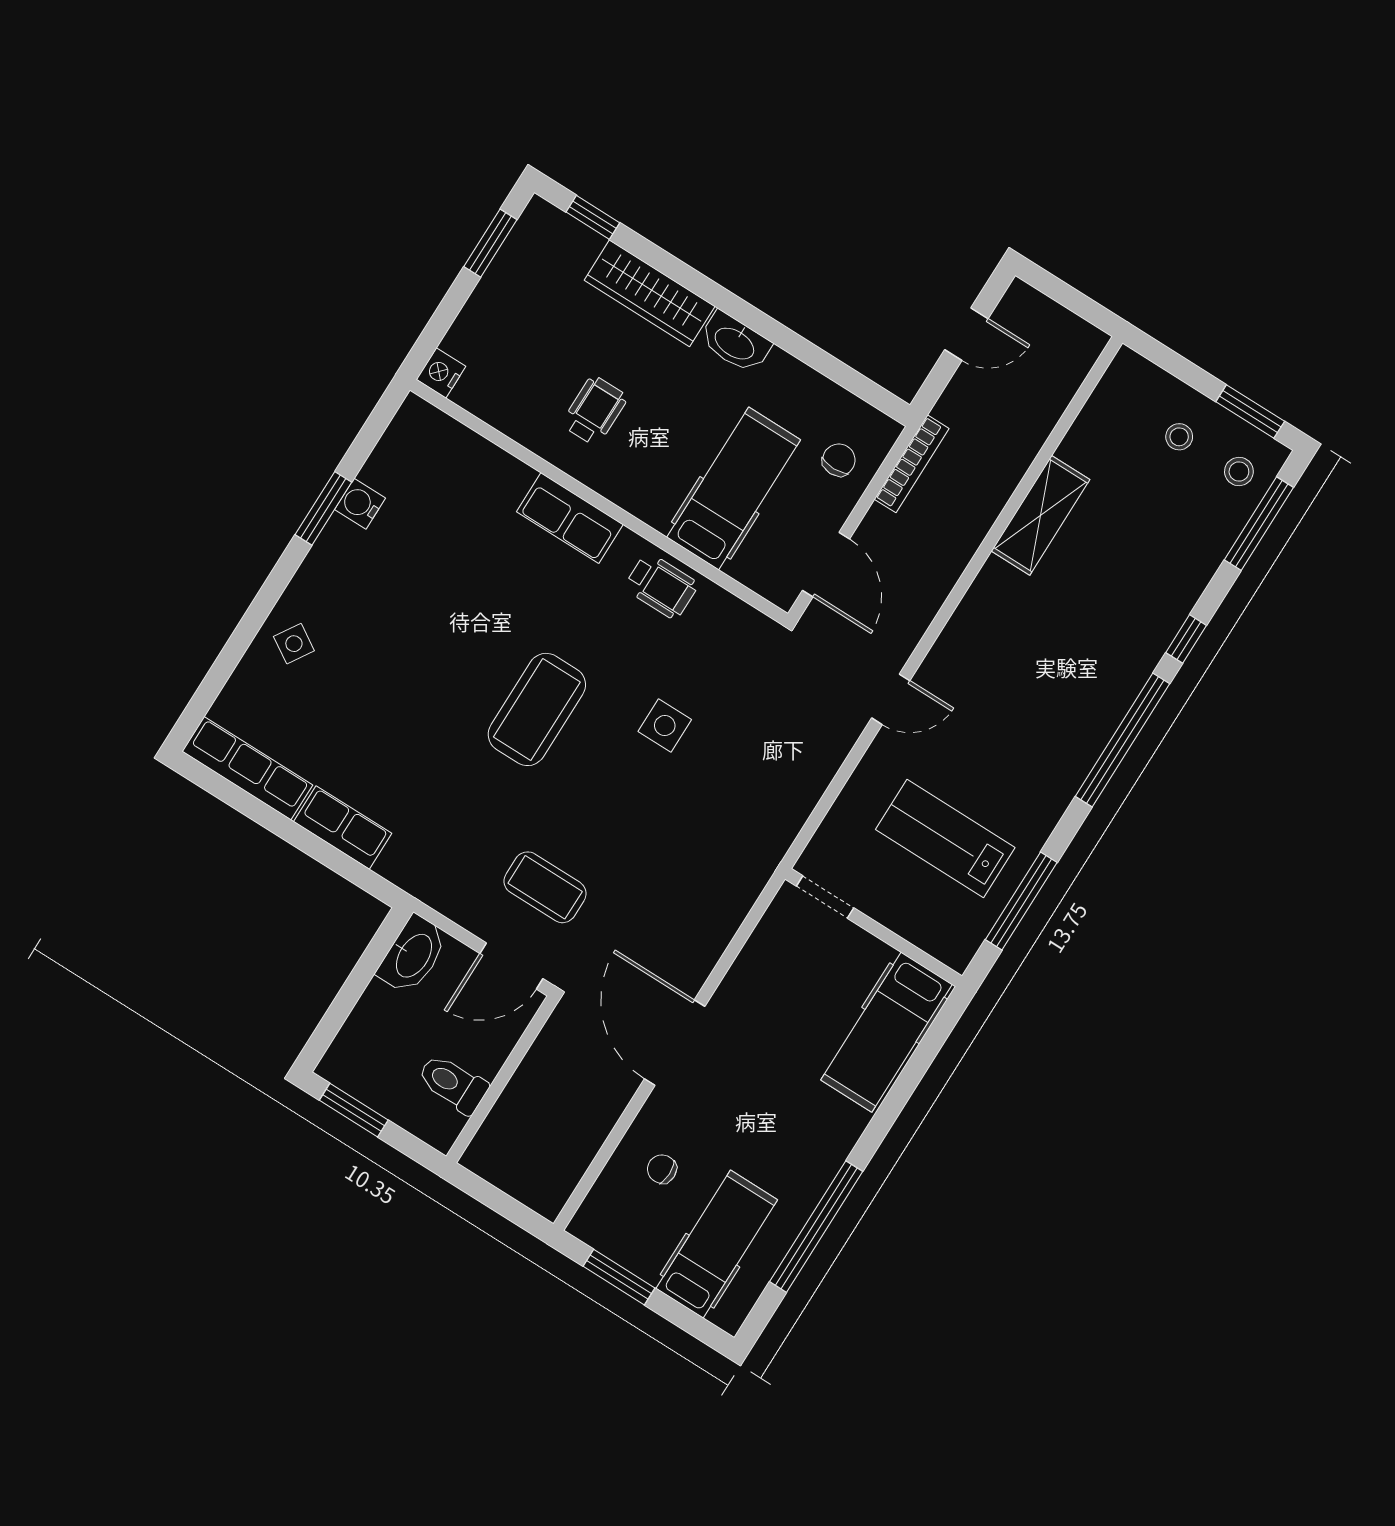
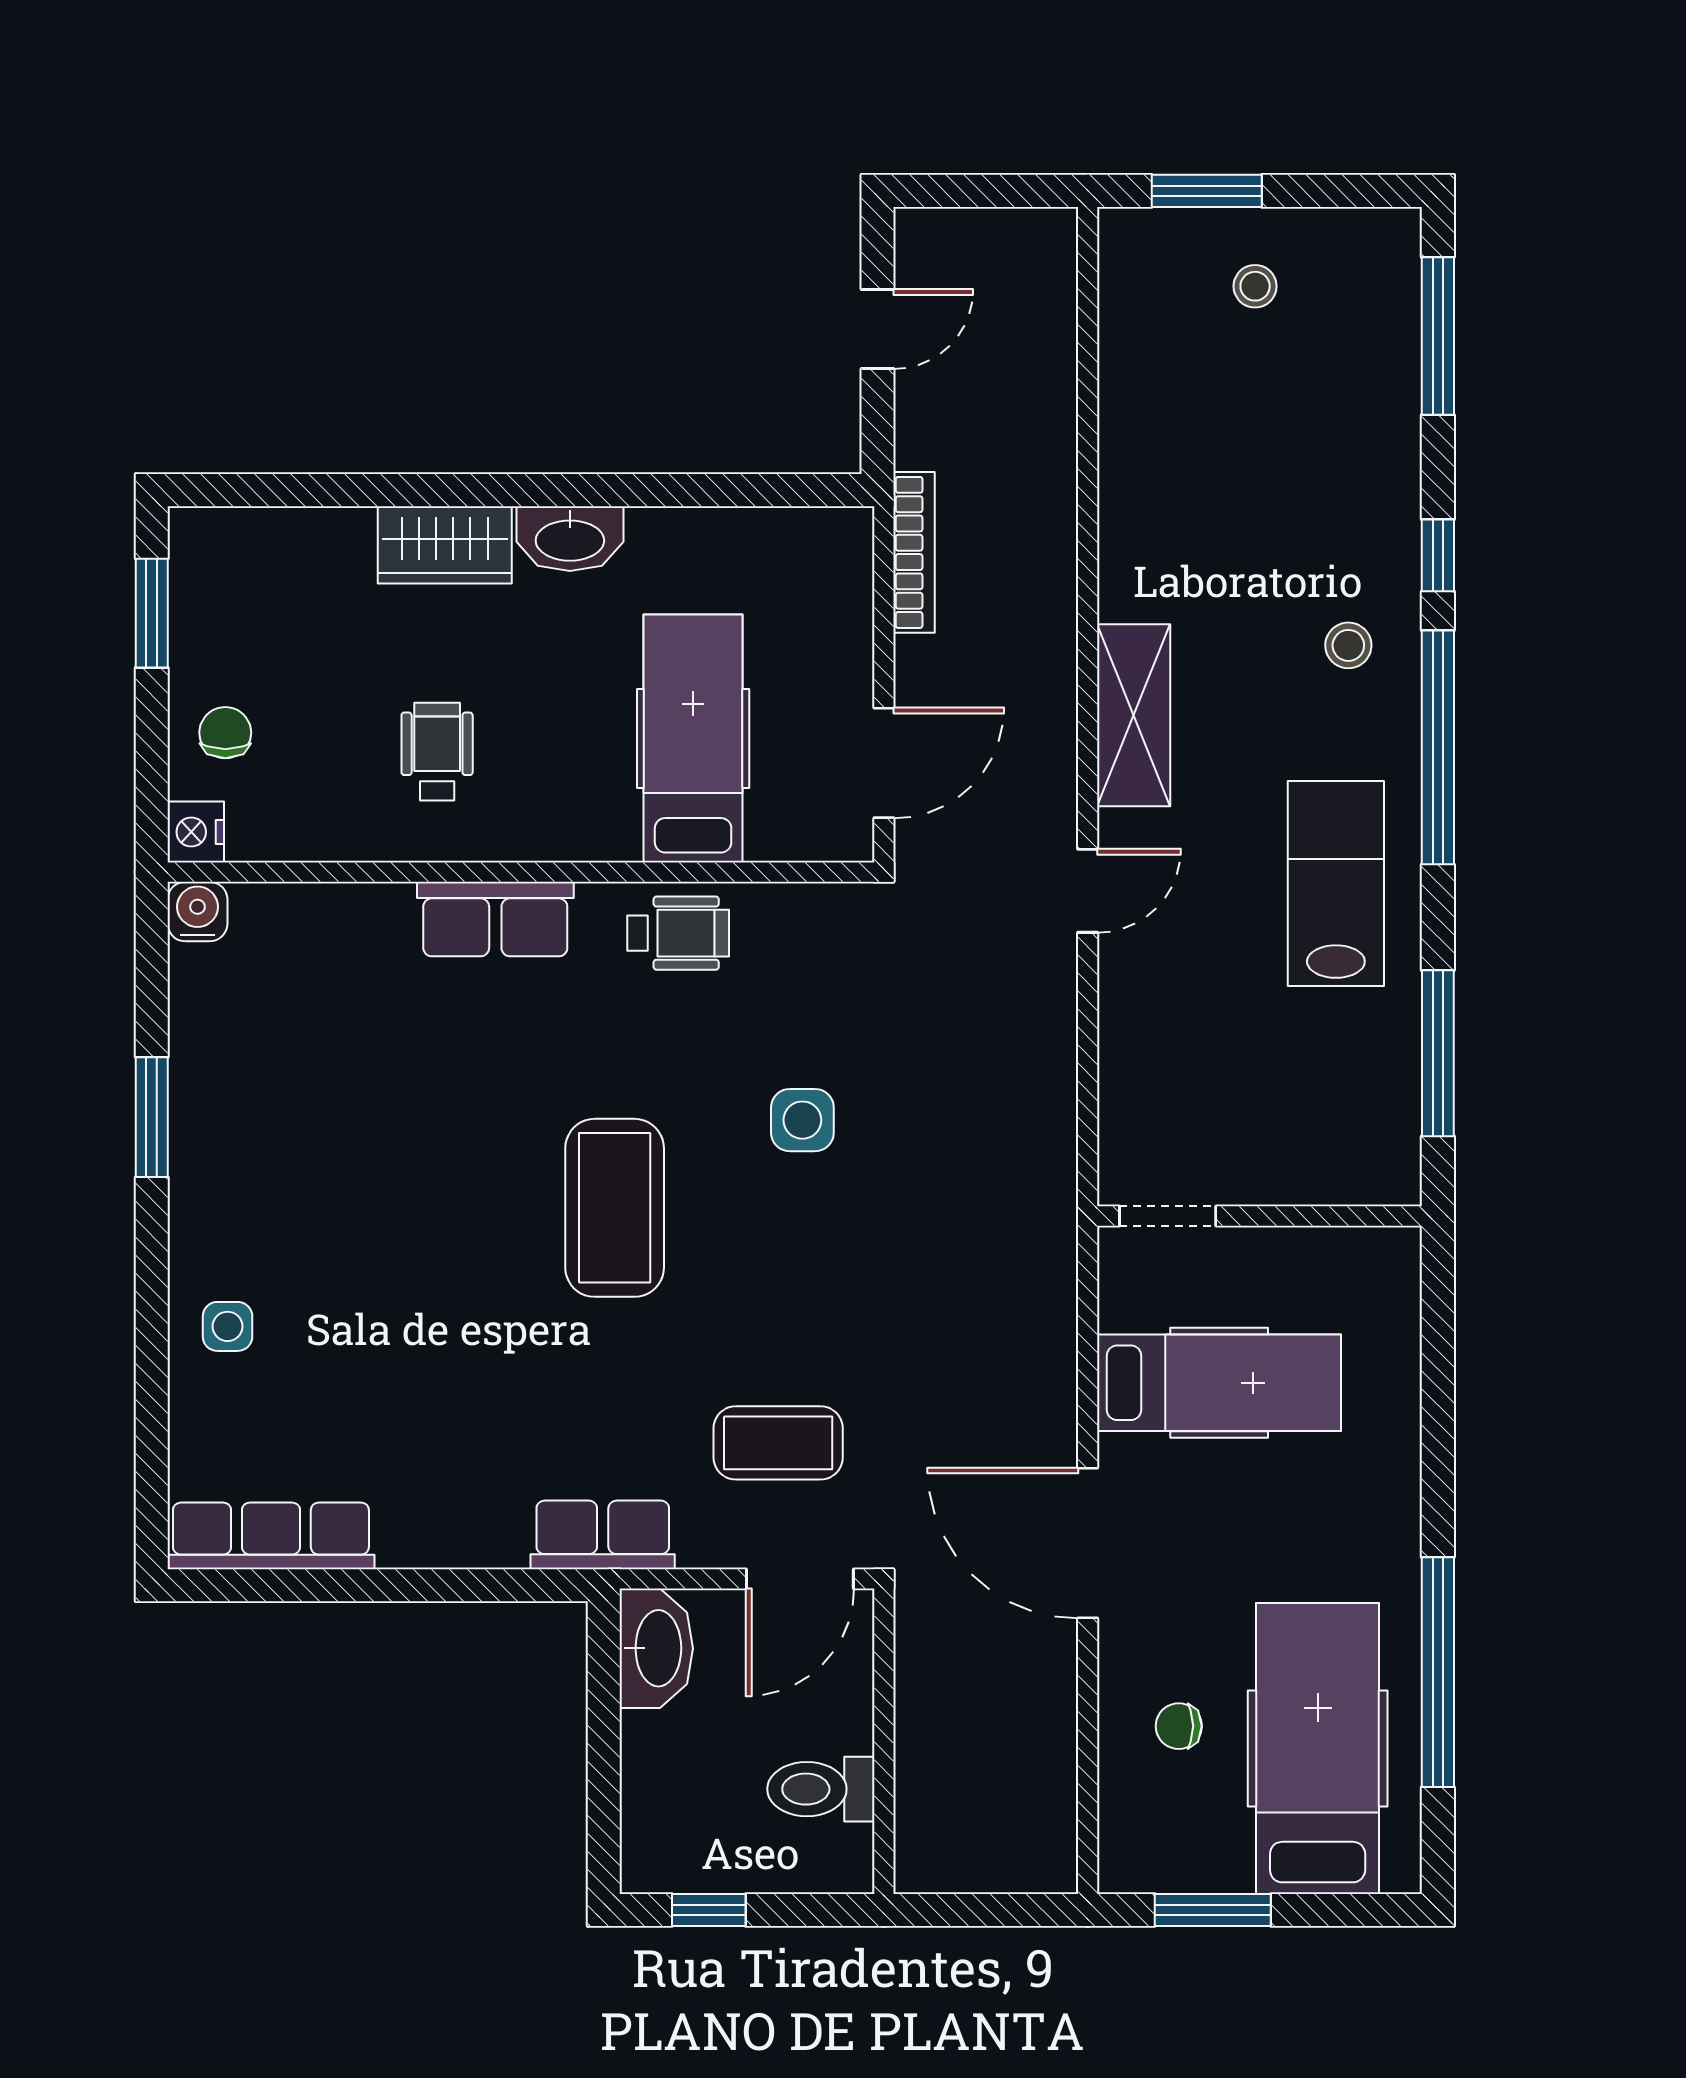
window: (593, 217) -> (269, 490), removed
wardrobe: (650, 293) -> (445, 545), width x0.67
window: (1250, 411) -> (1207, 191), moved
chair: (839, 460) -> (225, 733), moved
stool: (1239, 471) -> (1348, 645), moved
water cooler: (360, 504) -> (197, 912), moved, turned 90
shelving: (1041, 515) -> (1134, 715), moved
door: (826, 565) -> (884, 763), hinge flipped
side table: (294, 644) -> (228, 1326), turned -32
row of seats: (343, 827) -> (603, 1535), moved
lab bench: (945, 839) -> (1336, 884), moved, turned 90
hospital bed: (886, 1032) -> (1219, 1383), moved, turned -90
window: (354, 1110) -> (709, 1910), width x0.67
hospital bed: (717, 1244) -> (1318, 1749), width x1.37, depth x1.29

